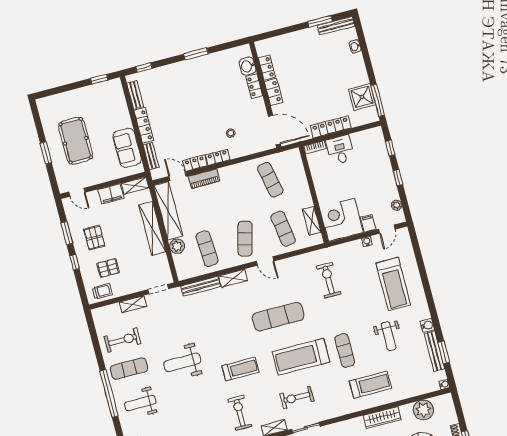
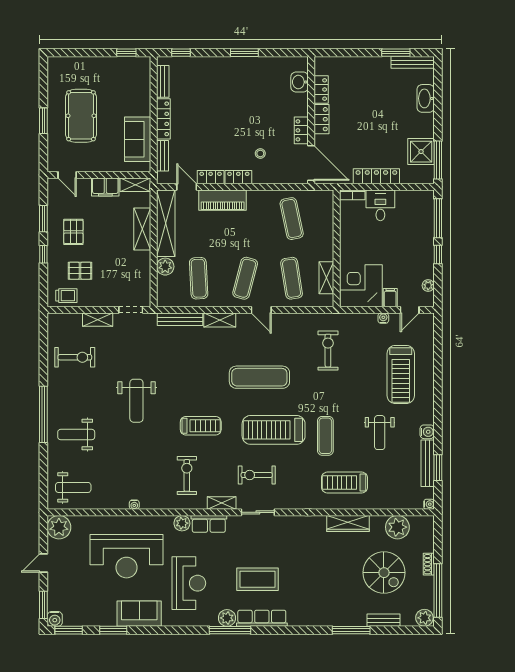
washbasin: (355, 46) -> (426, 98), width x1.91, depth x1.45
locker: (254, 86) -> (301, 130), moved
window: (390, 148) -> (438, 218), width x2.17
piano: (204, 179) -> (223, 200), width x1.37, depth x1.33
shelving: (152, 228) -> (142, 229), width x0.68
weight bench: (182, 362) -> (136, 401), turned -90
exercise mat: (129, 369) -> (74, 392), removed
treadmill: (370, 385) -> (344, 483), turned 180

